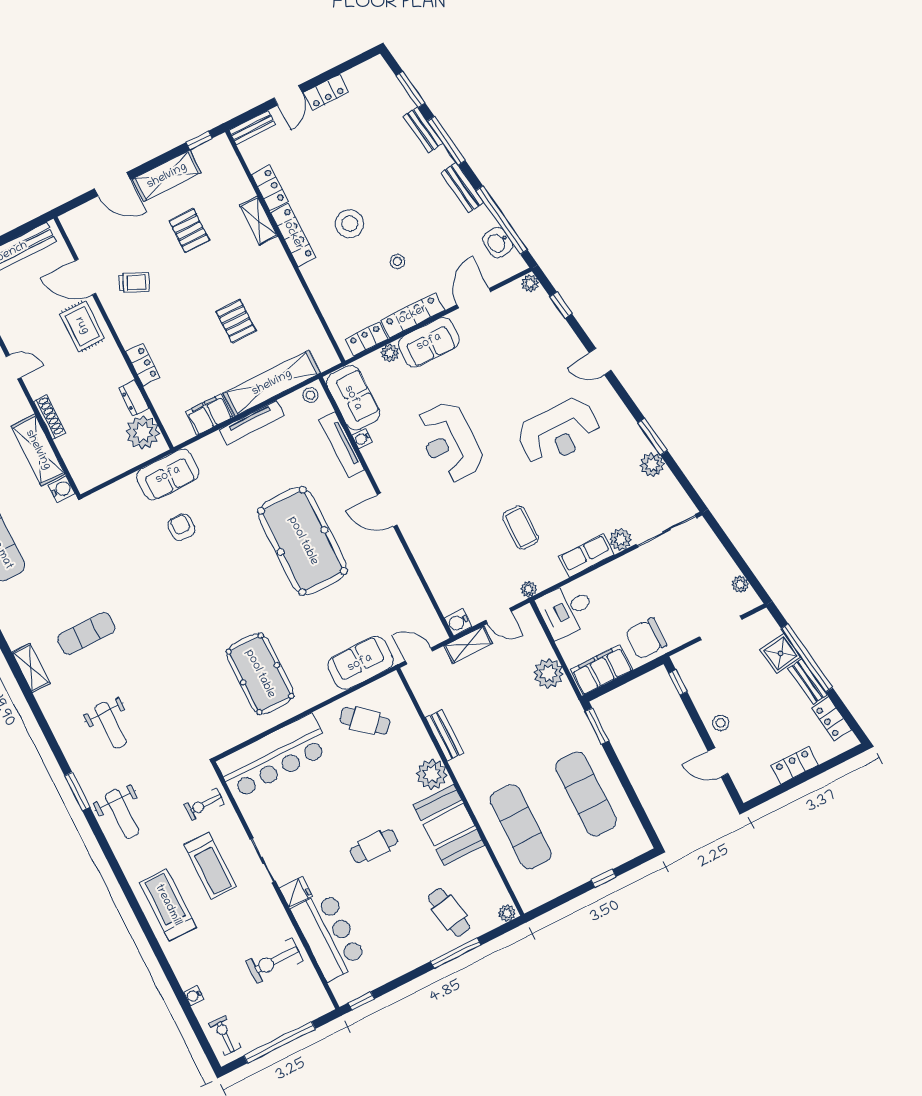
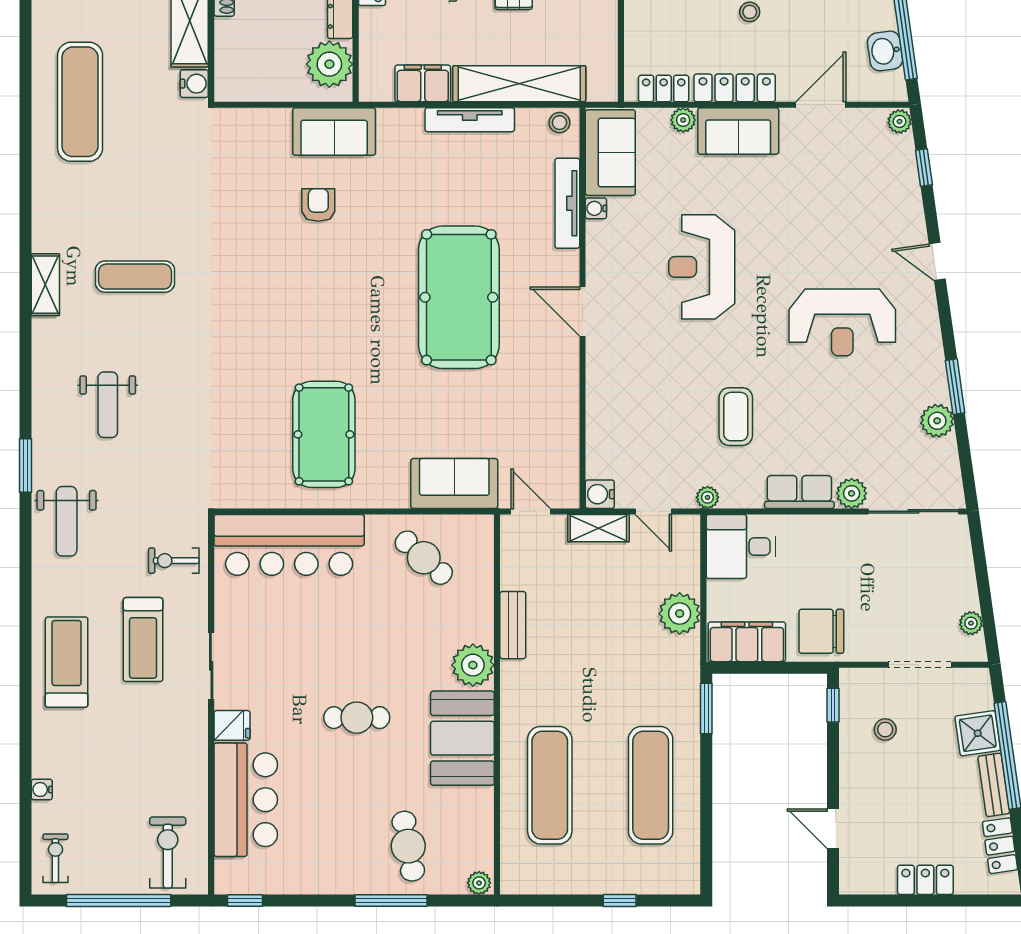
stool: (721, 723) -> (885, 730), moved
exercise bike: (275, 961) -> (168, 853), moved, turned 90

